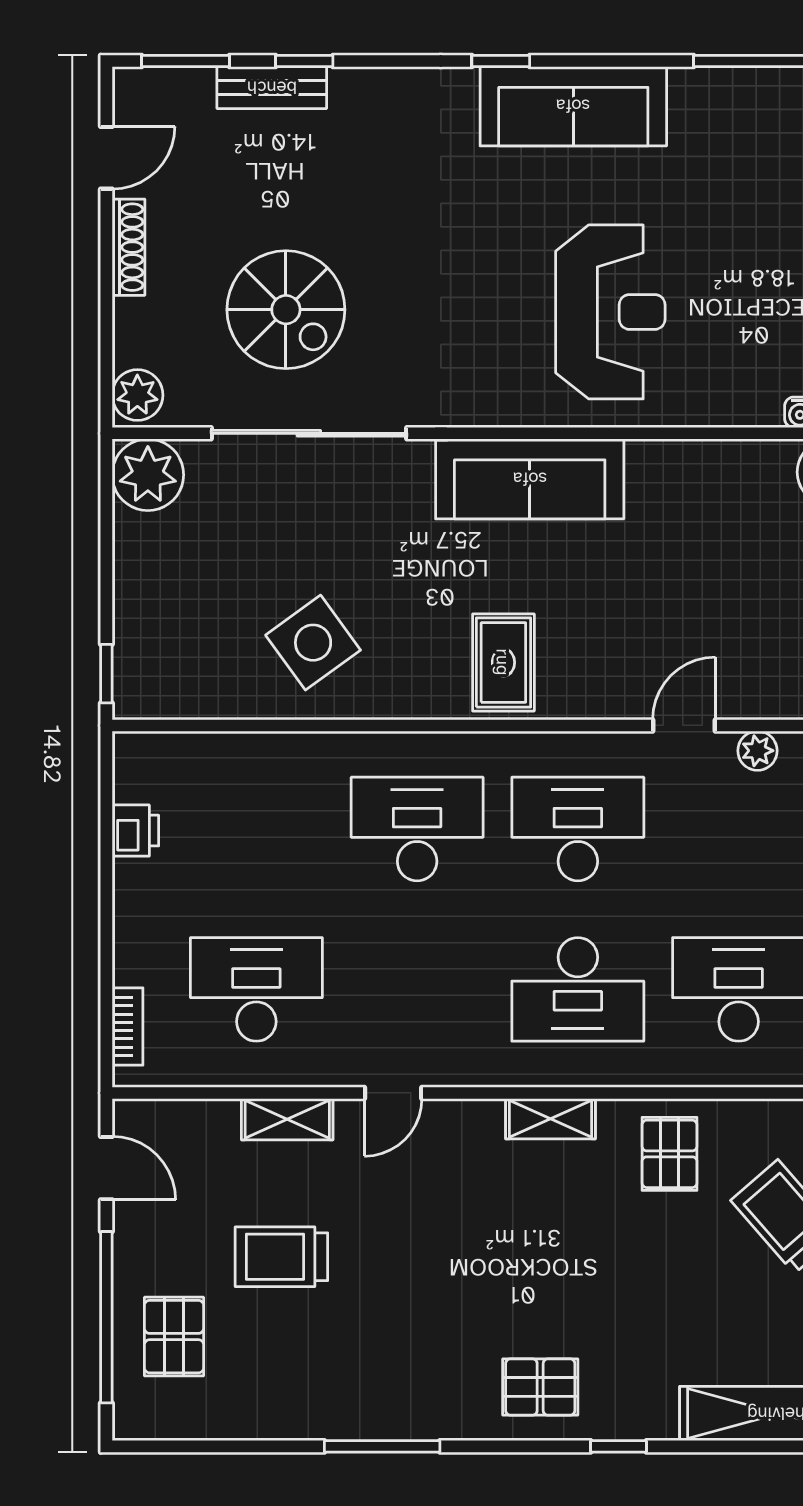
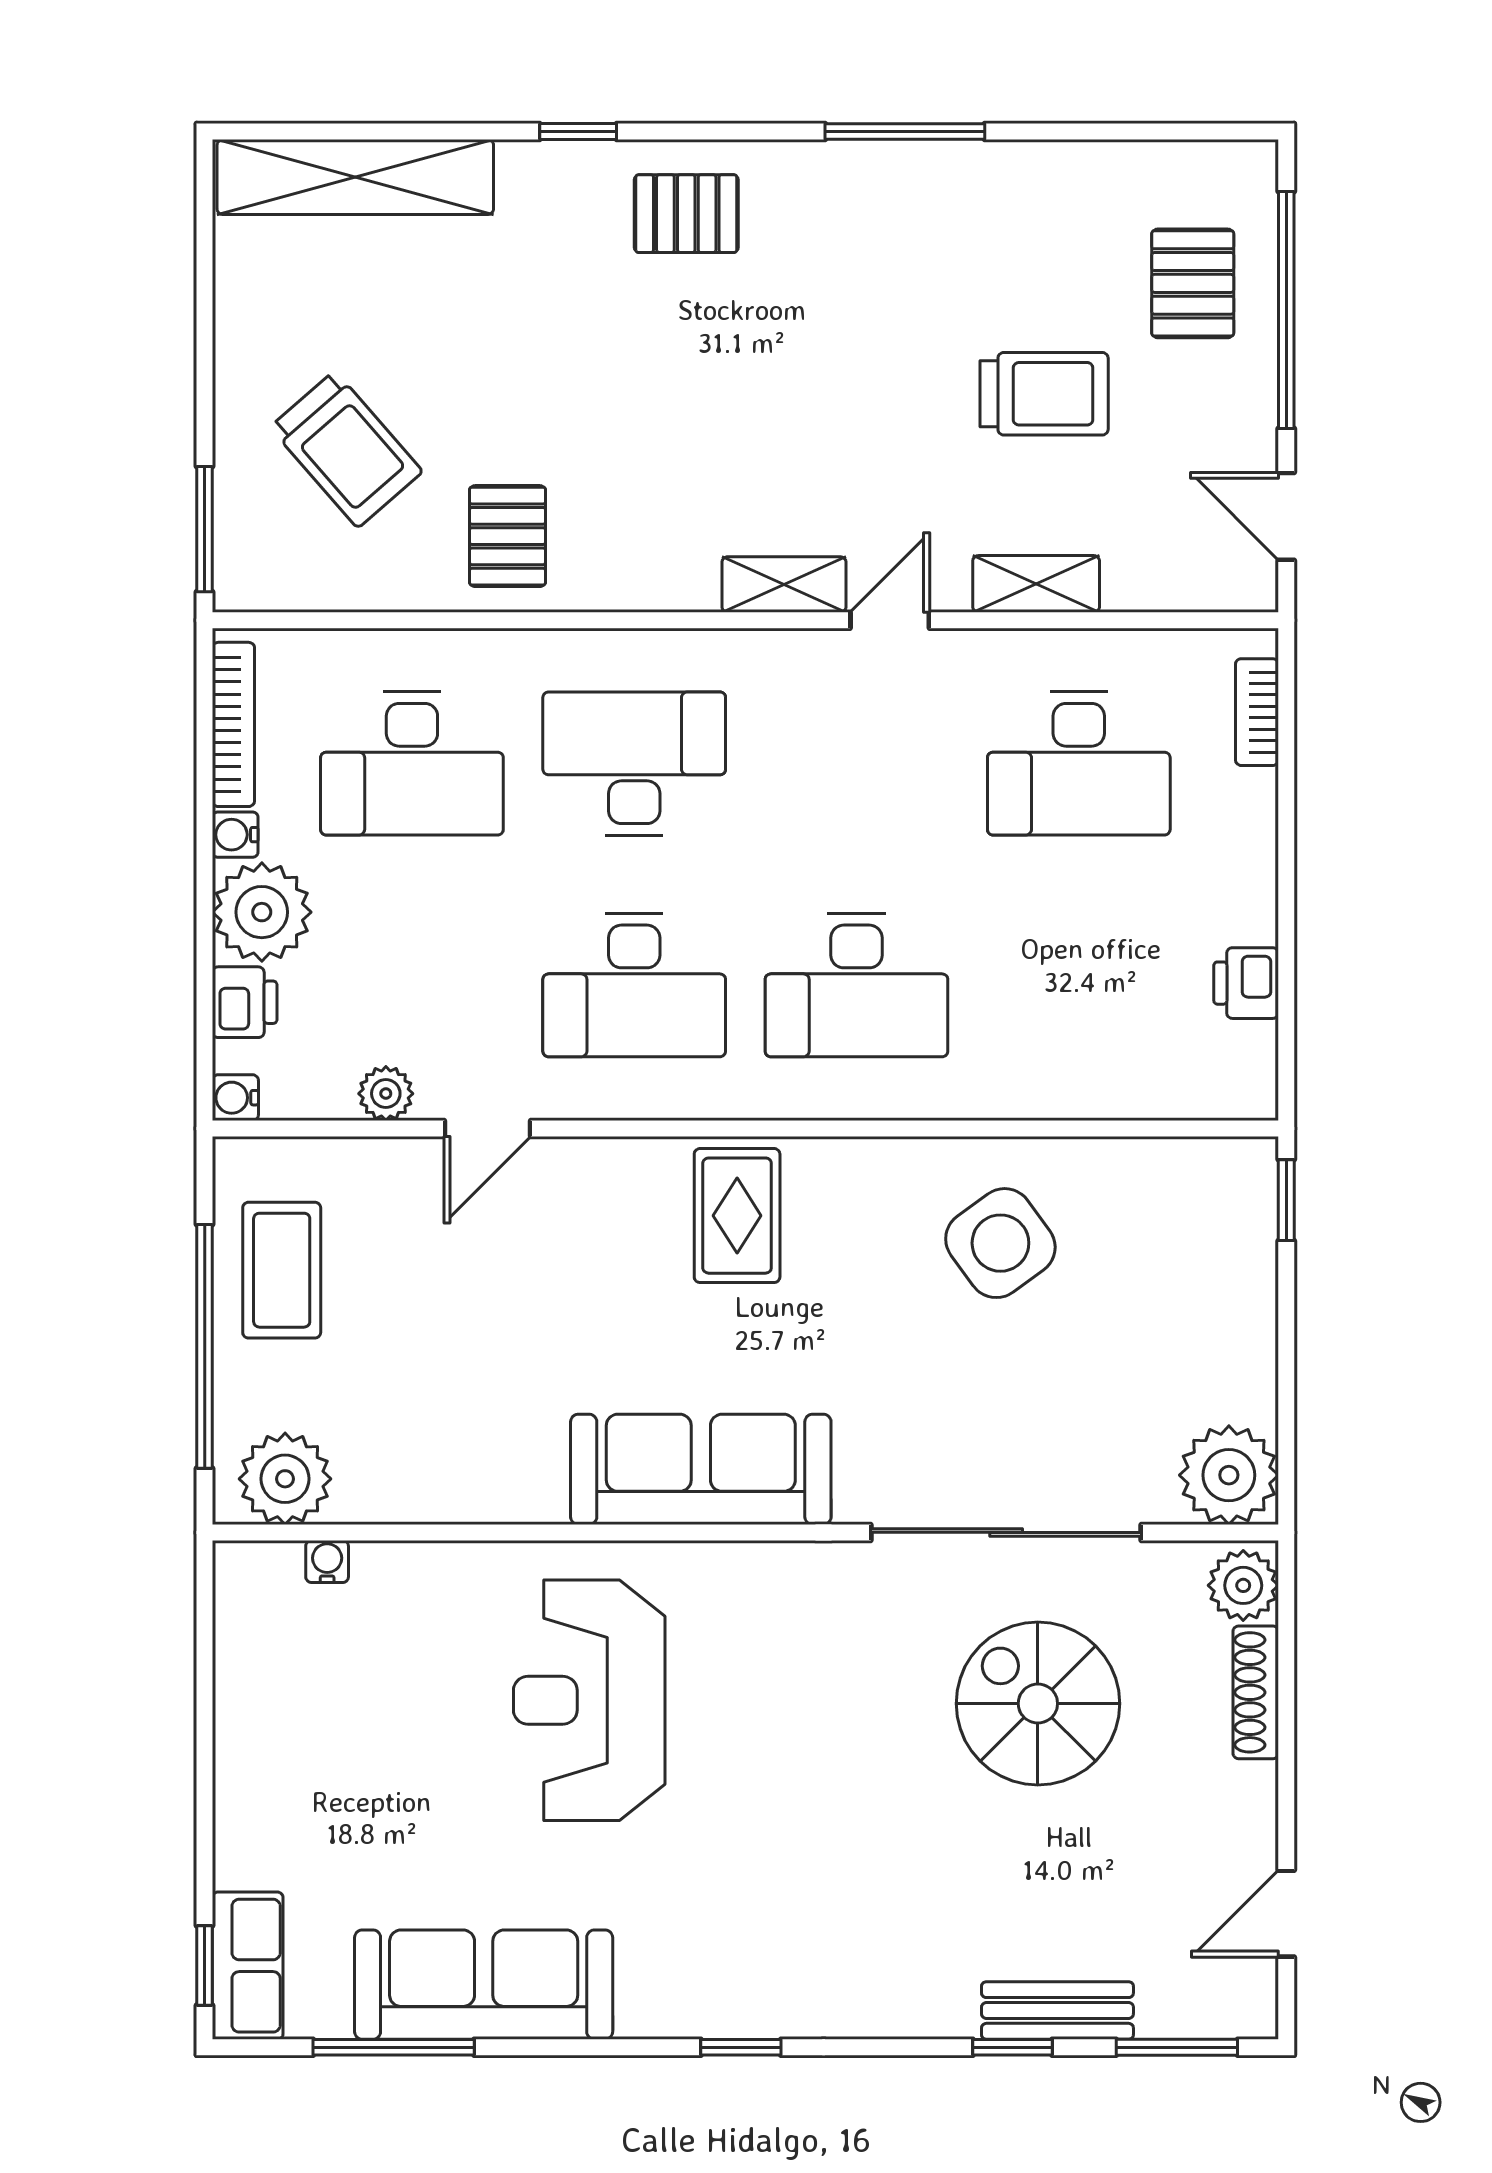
sofa: (573, 106) -> (484, 1985), moved
shoe rack: (128, 247) -> (1256, 1692), moved
shelving: (550, 1119) -> (784, 585), moved

